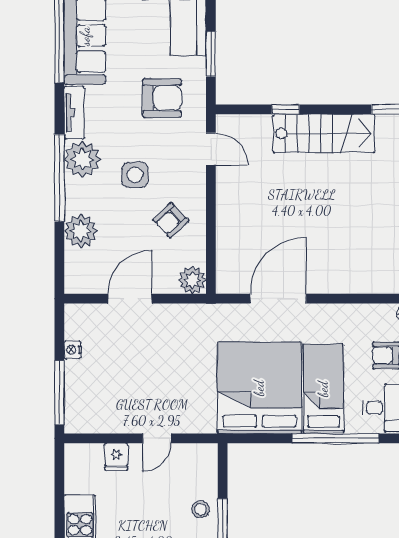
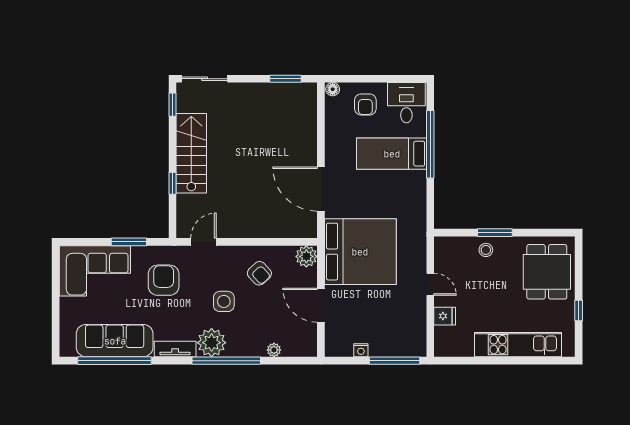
plant: (81, 231) -> (274, 350), width x0.53, depth x0.53
bed: (259, 388) -> (360, 252), moved, turned 180

